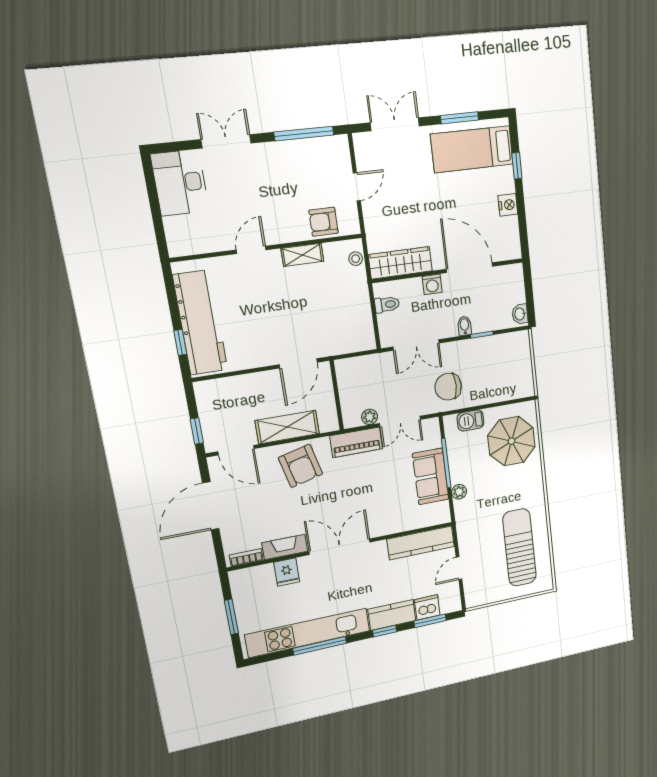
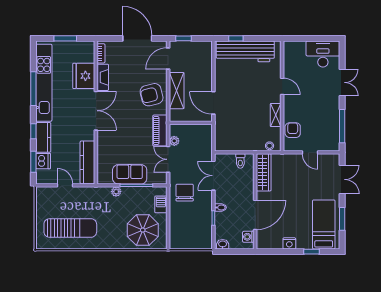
washing machine: (432, 284) -> (248, 237), moved
fridge: (287, 572) -> (84, 76), width x1.88, depth x1.34

